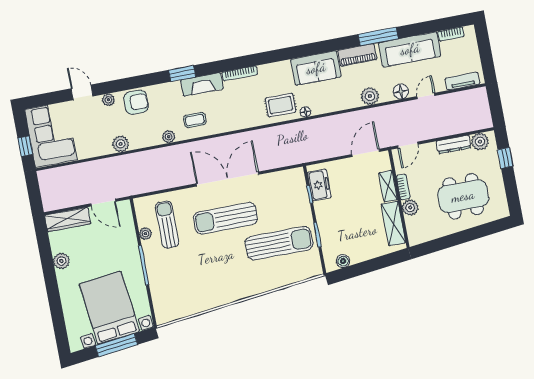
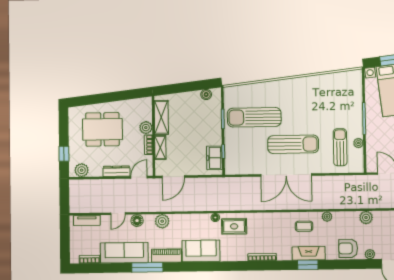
fireplace: (202, 84) -> (309, 253), moved
dresser: (454, 145) -> (116, 171), moved
sun lounger: (167, 225) -> (340, 147), turned 180

